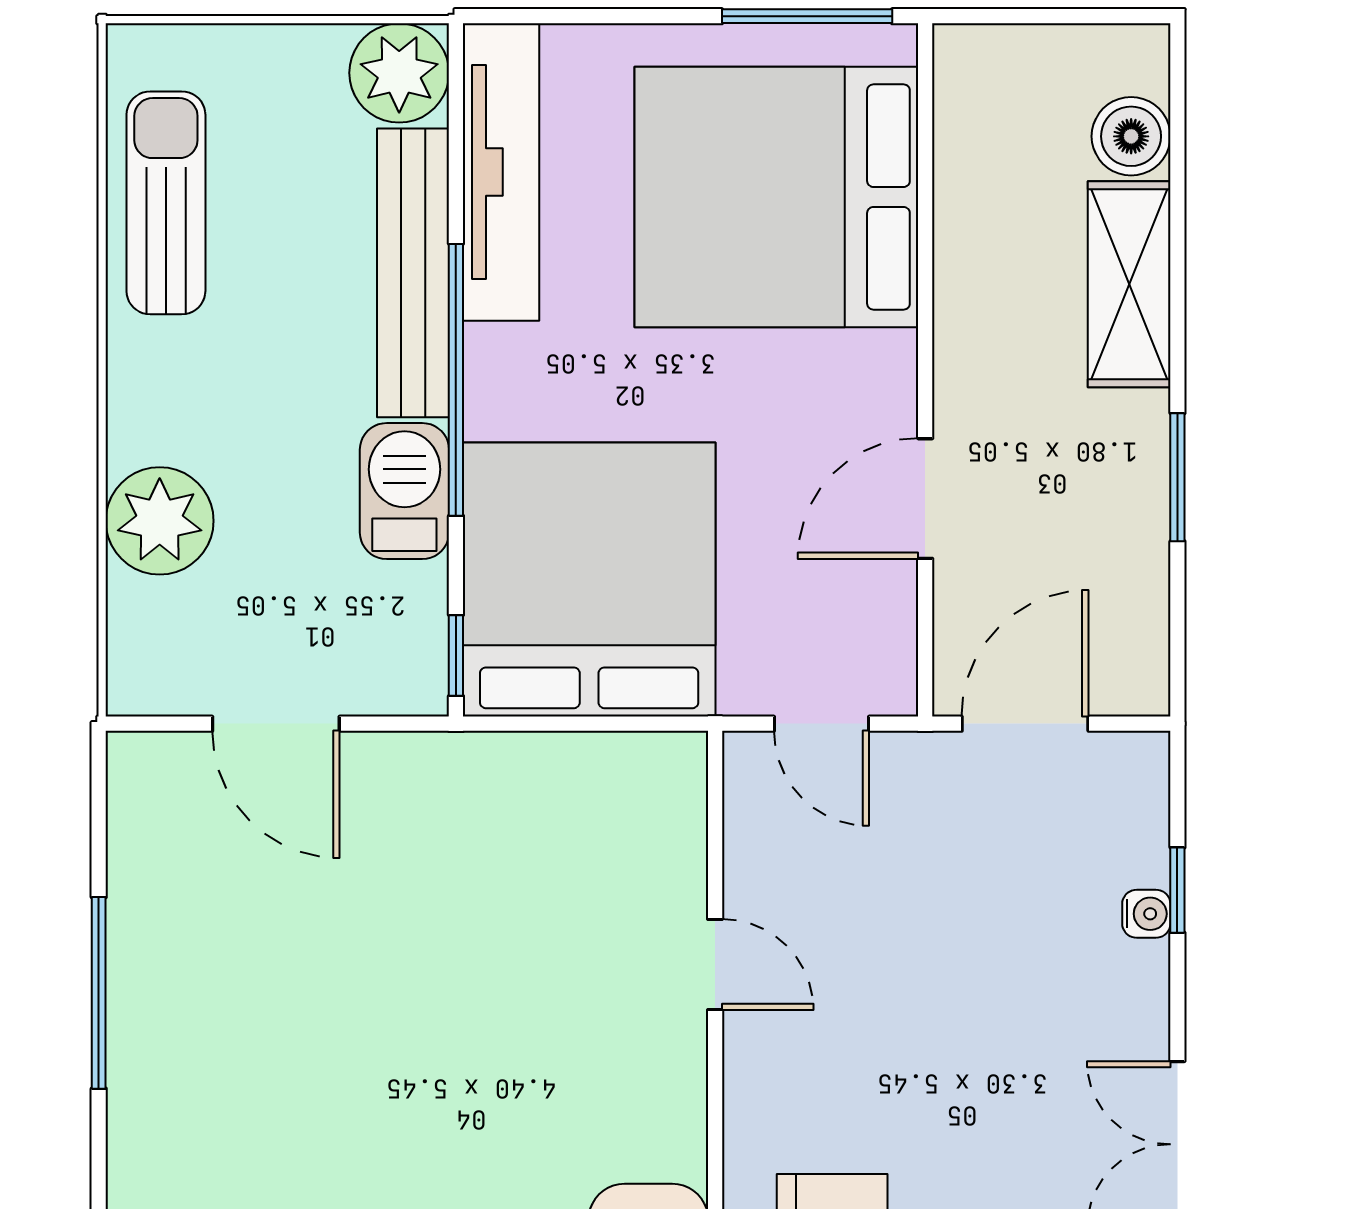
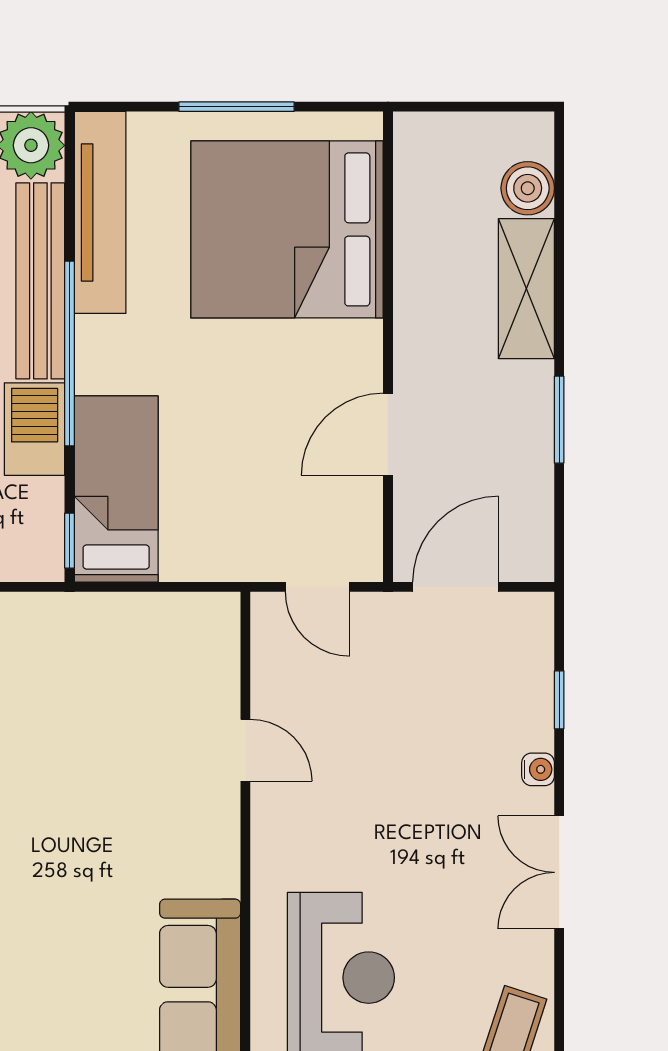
window: (807, 16) -> (237, 107), moved
bed: (589, 579) -> (116, 489), width x0.49
water cooler: (1146, 914) -> (538, 769), moved

